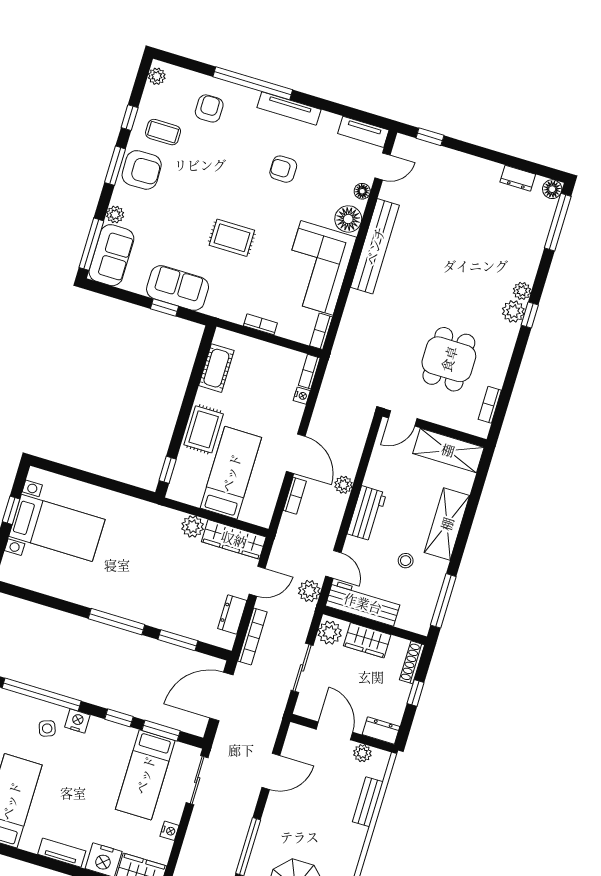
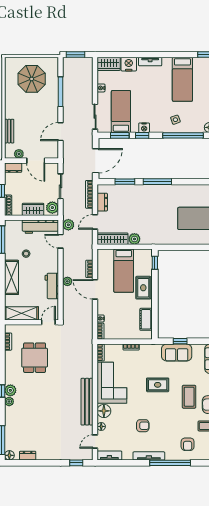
coffee table: (179, 197) -> (189, 397), added
workbench: (367, 513) -> (52, 286), moved
nightstand: (77, 721) -> (144, 128), moved

